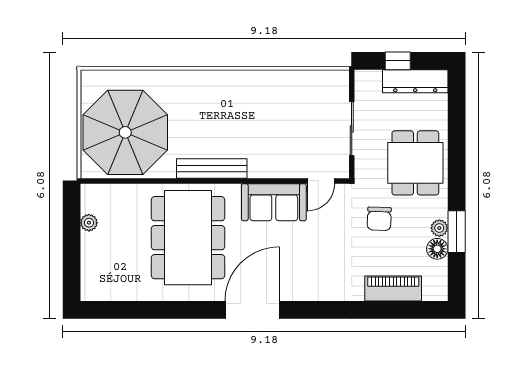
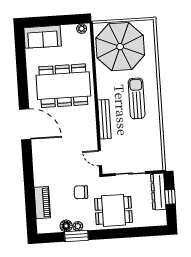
dresser: (415, 81) -> (158, 192), moved
sun lounger: (219, 109) -> (137, 98), added
bench: (212, 169) -> (104, 119), moved
sofa: (274, 202) -> (43, 37), moved, turned -90
plant: (89, 223) -> (82, 29), moved

